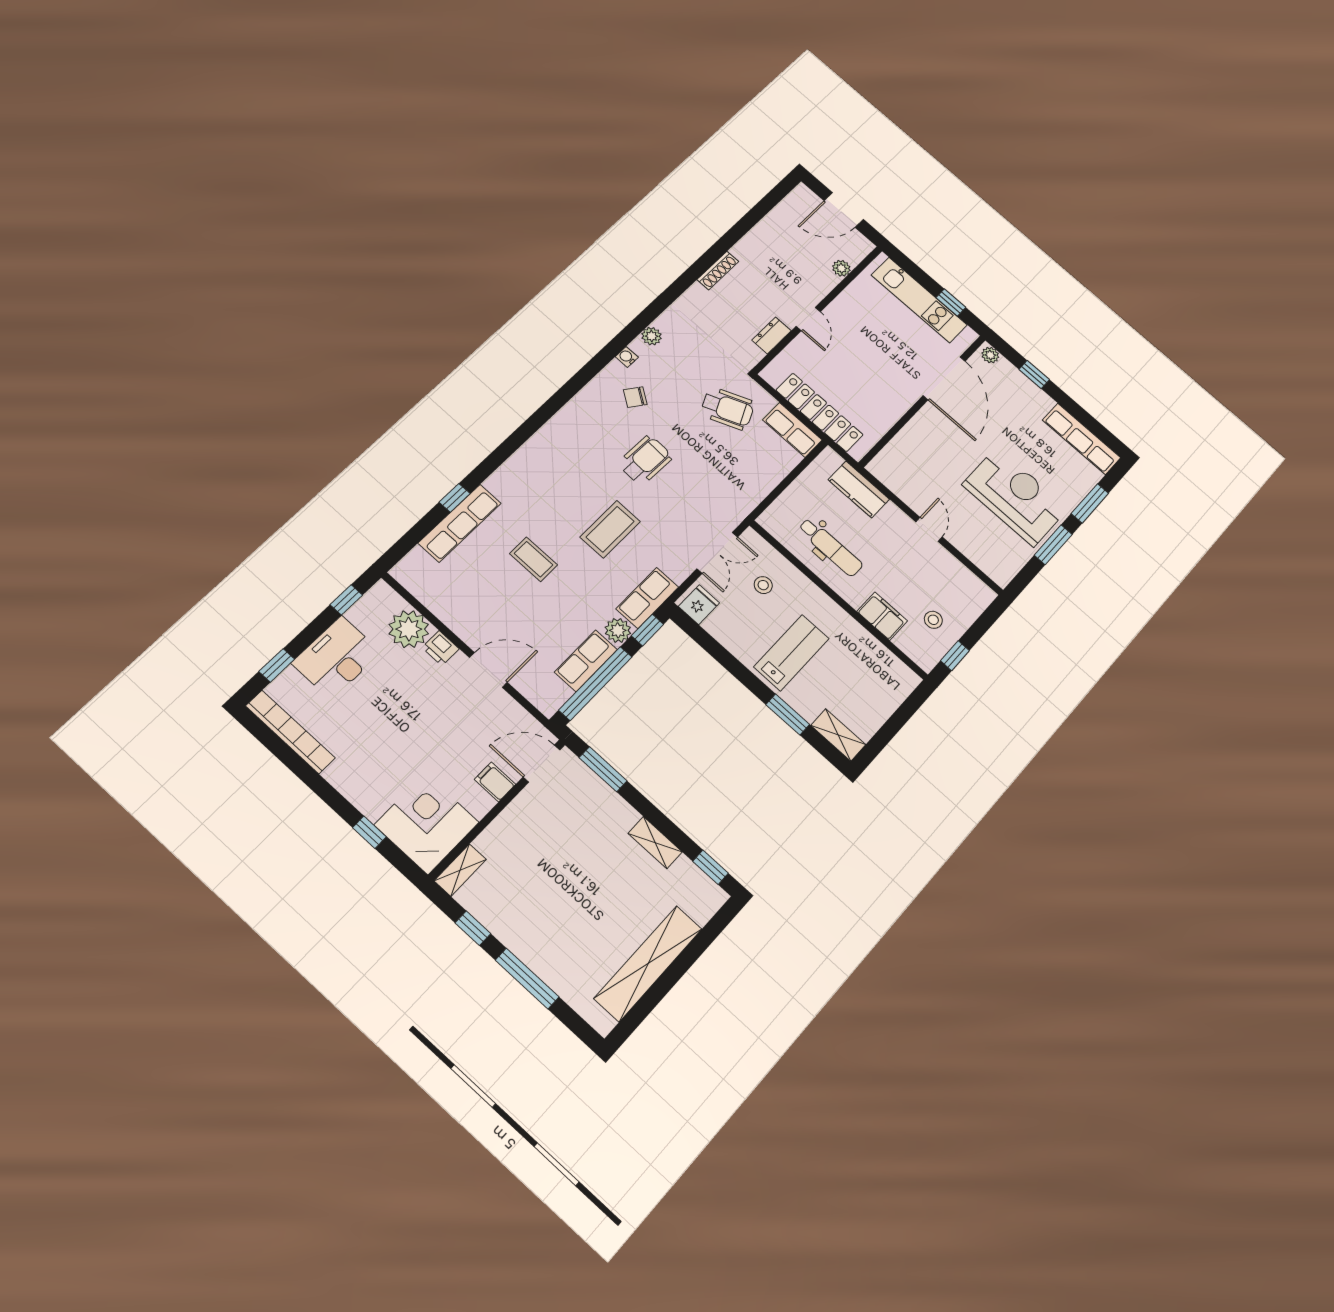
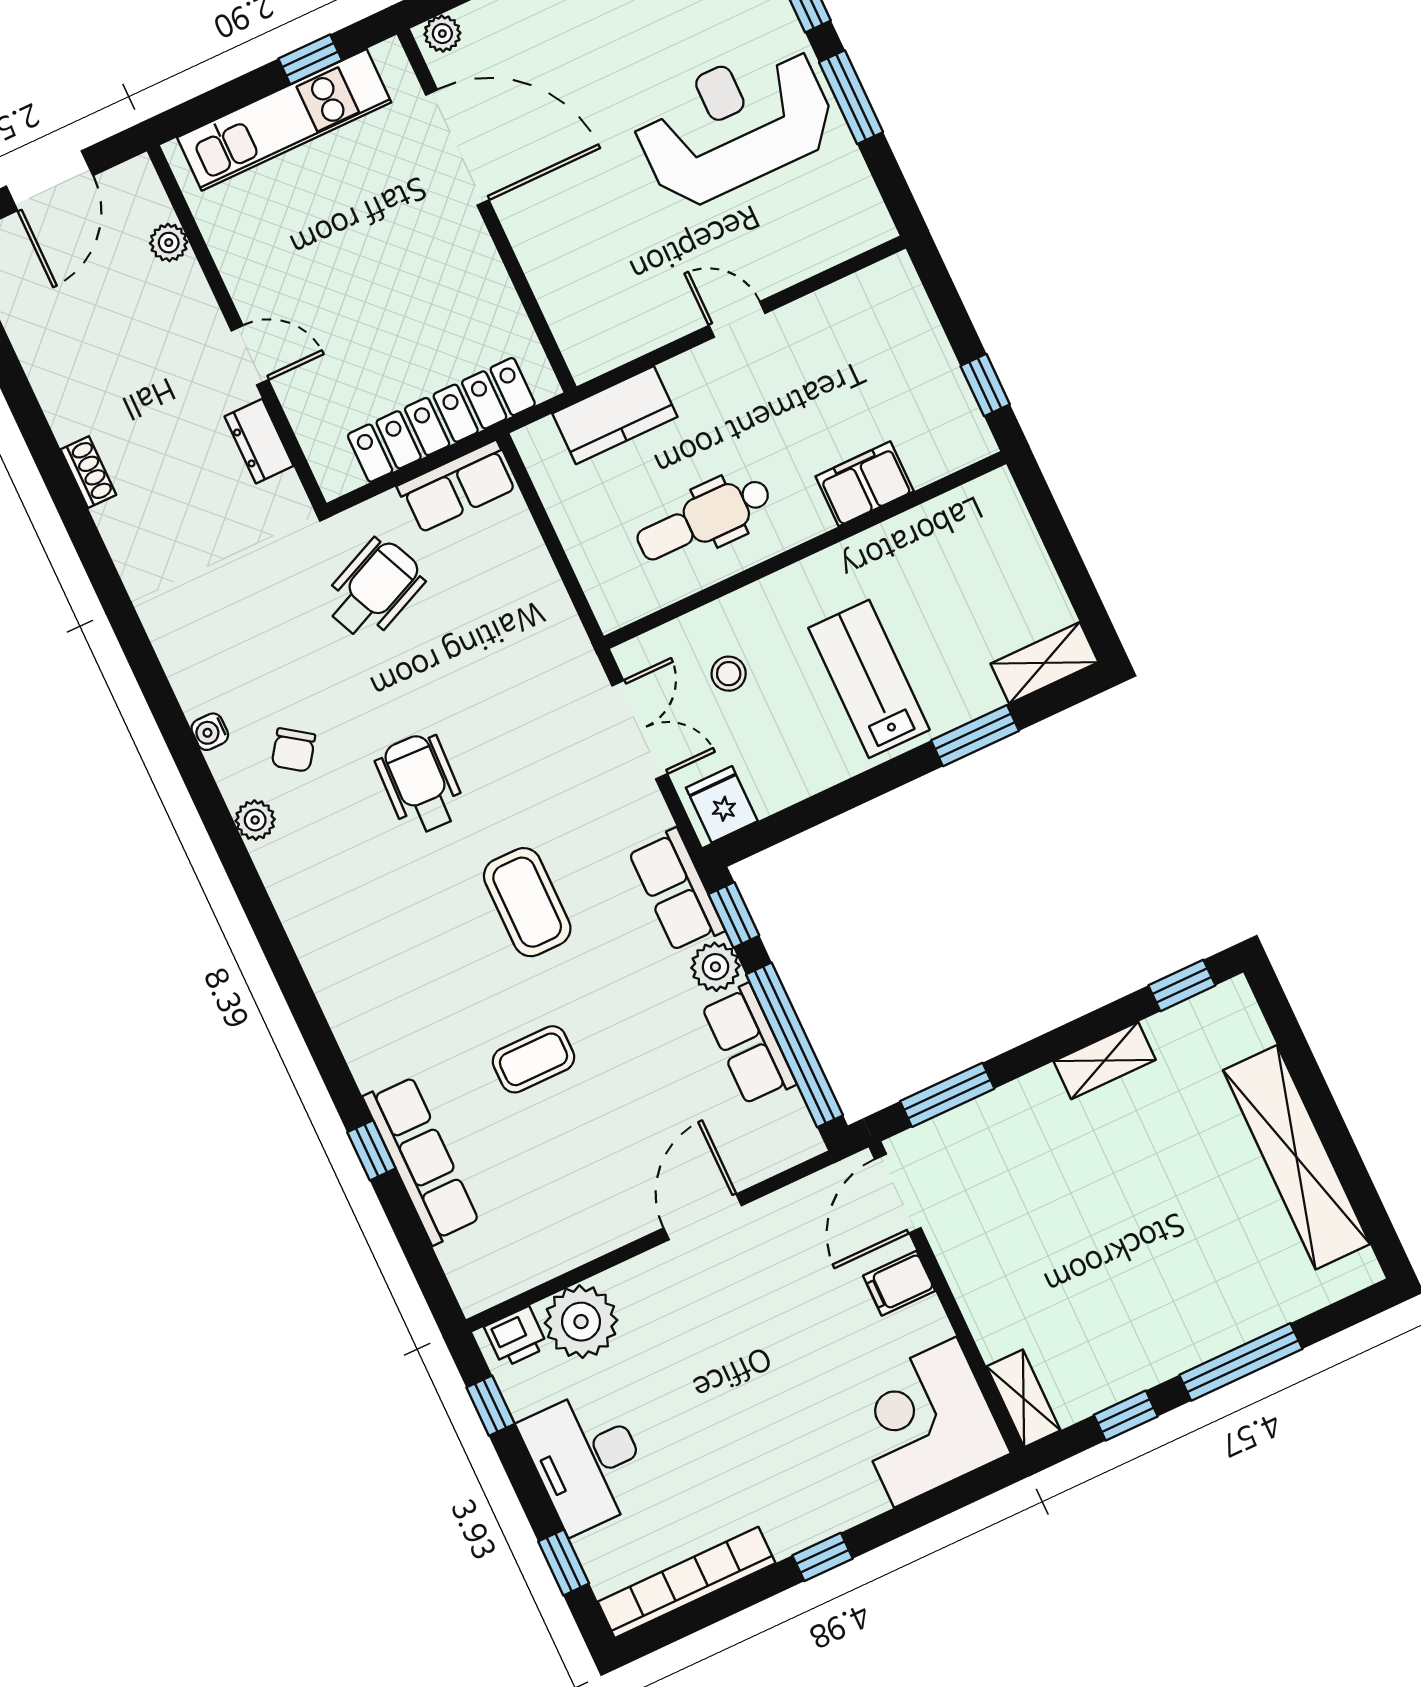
shoe rack: (718, 270) -> (88, 472), width x0.70
plant: (652, 336) -> (255, 820), moved
dental chair: (831, 547) -> (704, 519), turned 180
stool: (933, 620) -> (906, 393), removed
printer: (441, 648) -> (516, 1337), moved
window: (369, 832) -> (823, 1557), moved

